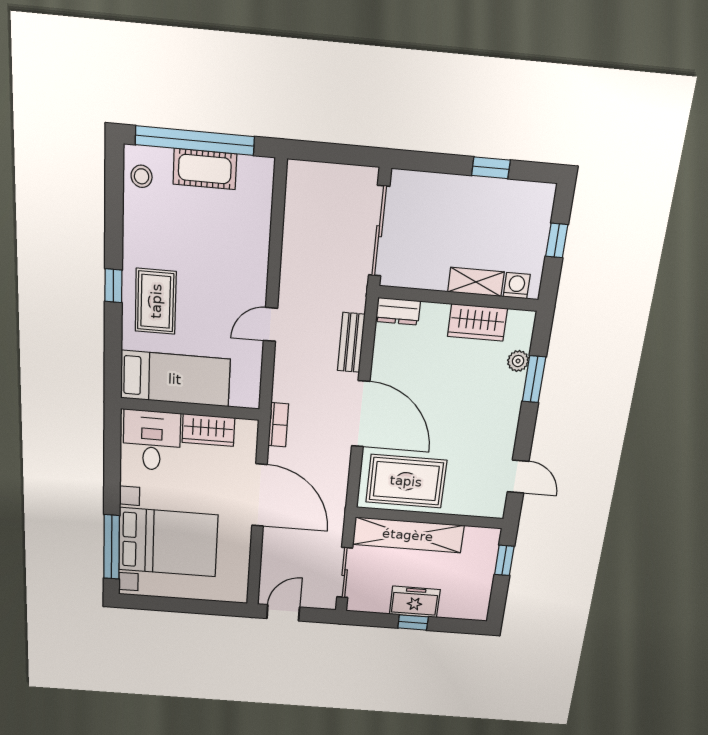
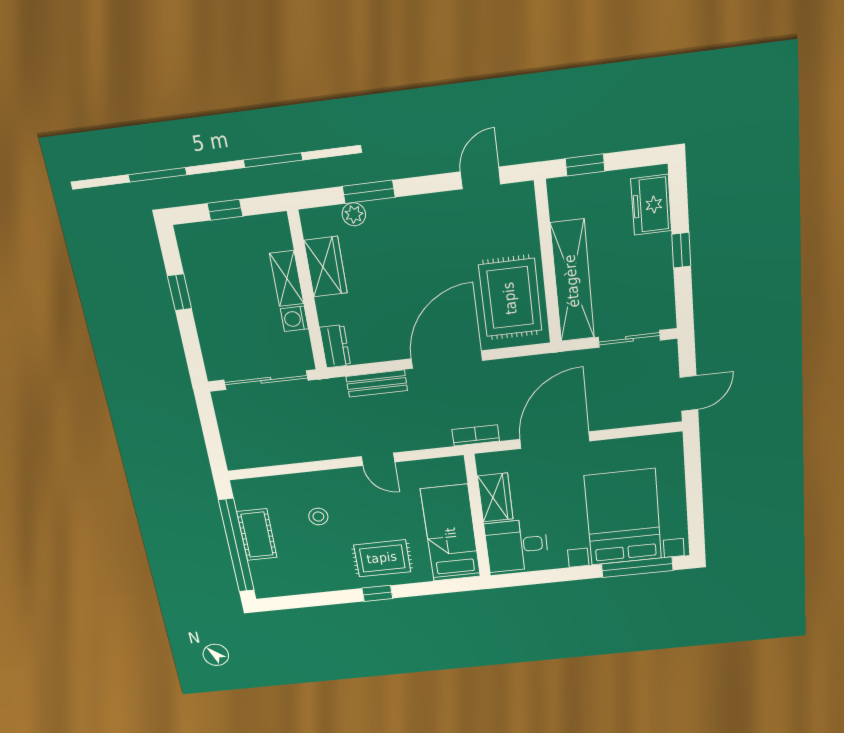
stool: (142, 176) -> (318, 517), moved
washing machine: (517, 286) -> (294, 319), moved
freezer: (415, 602) -> (651, 205), moved
door: (283, 613) -> (689, 393), swing flipped

